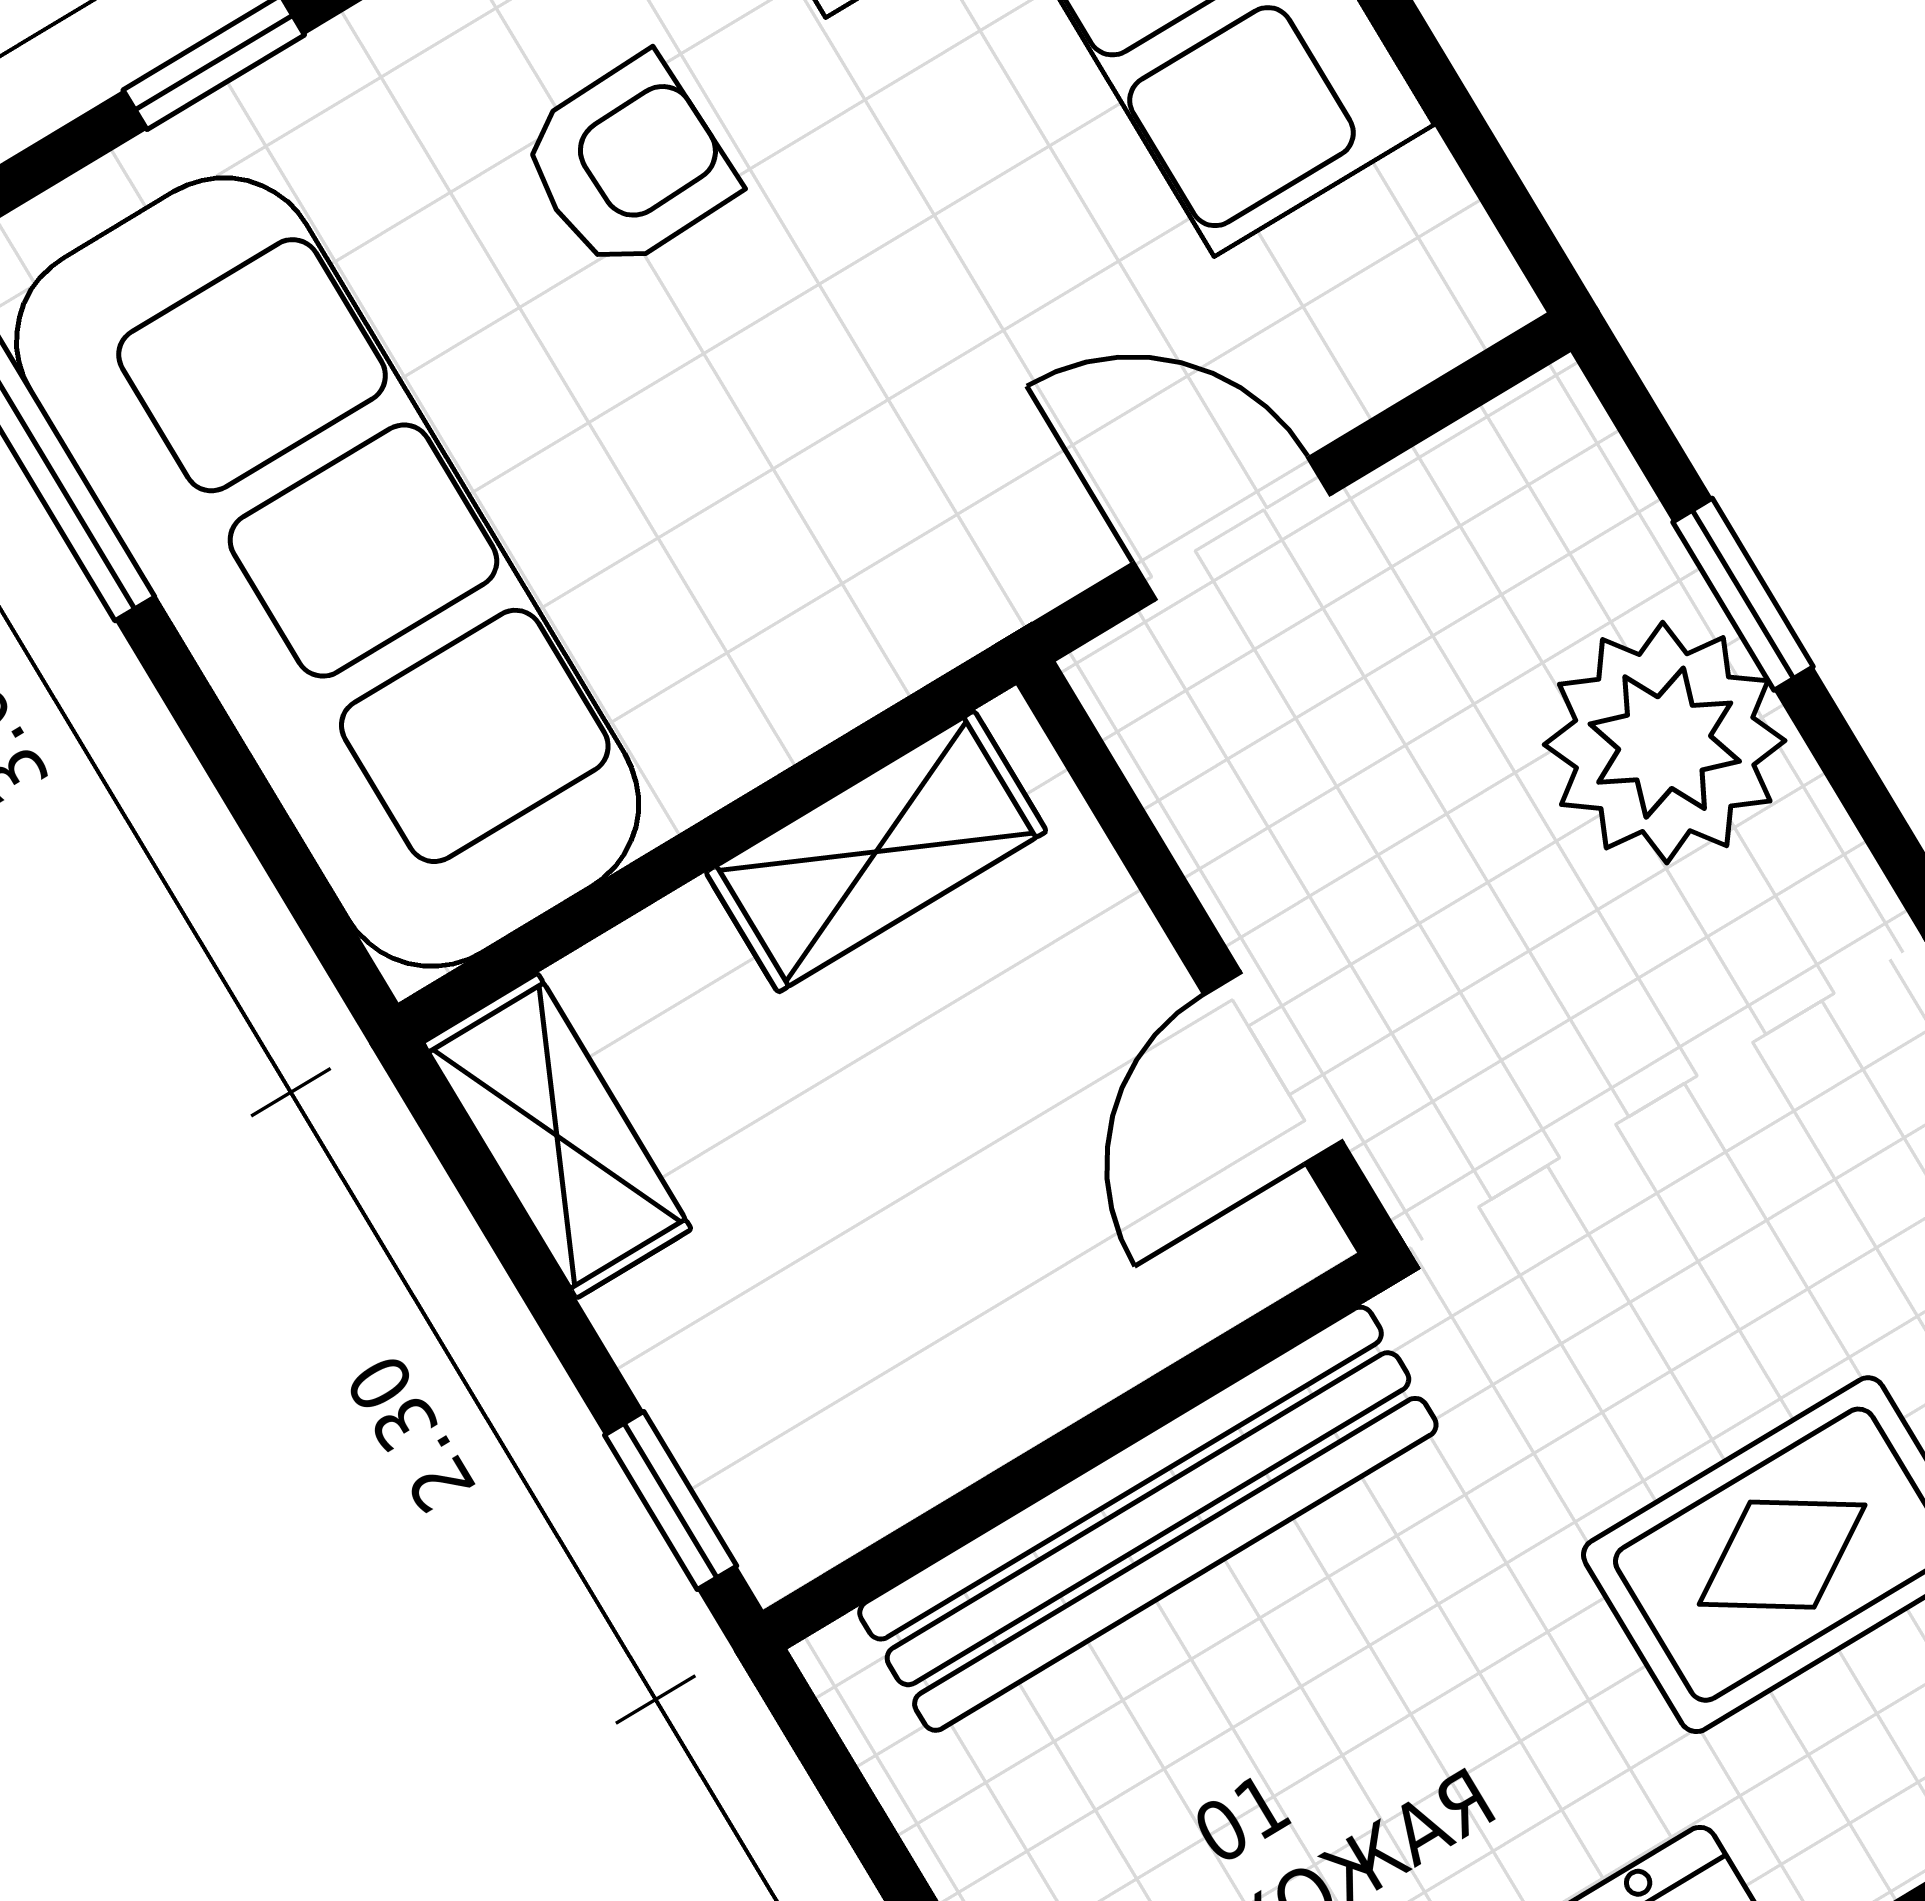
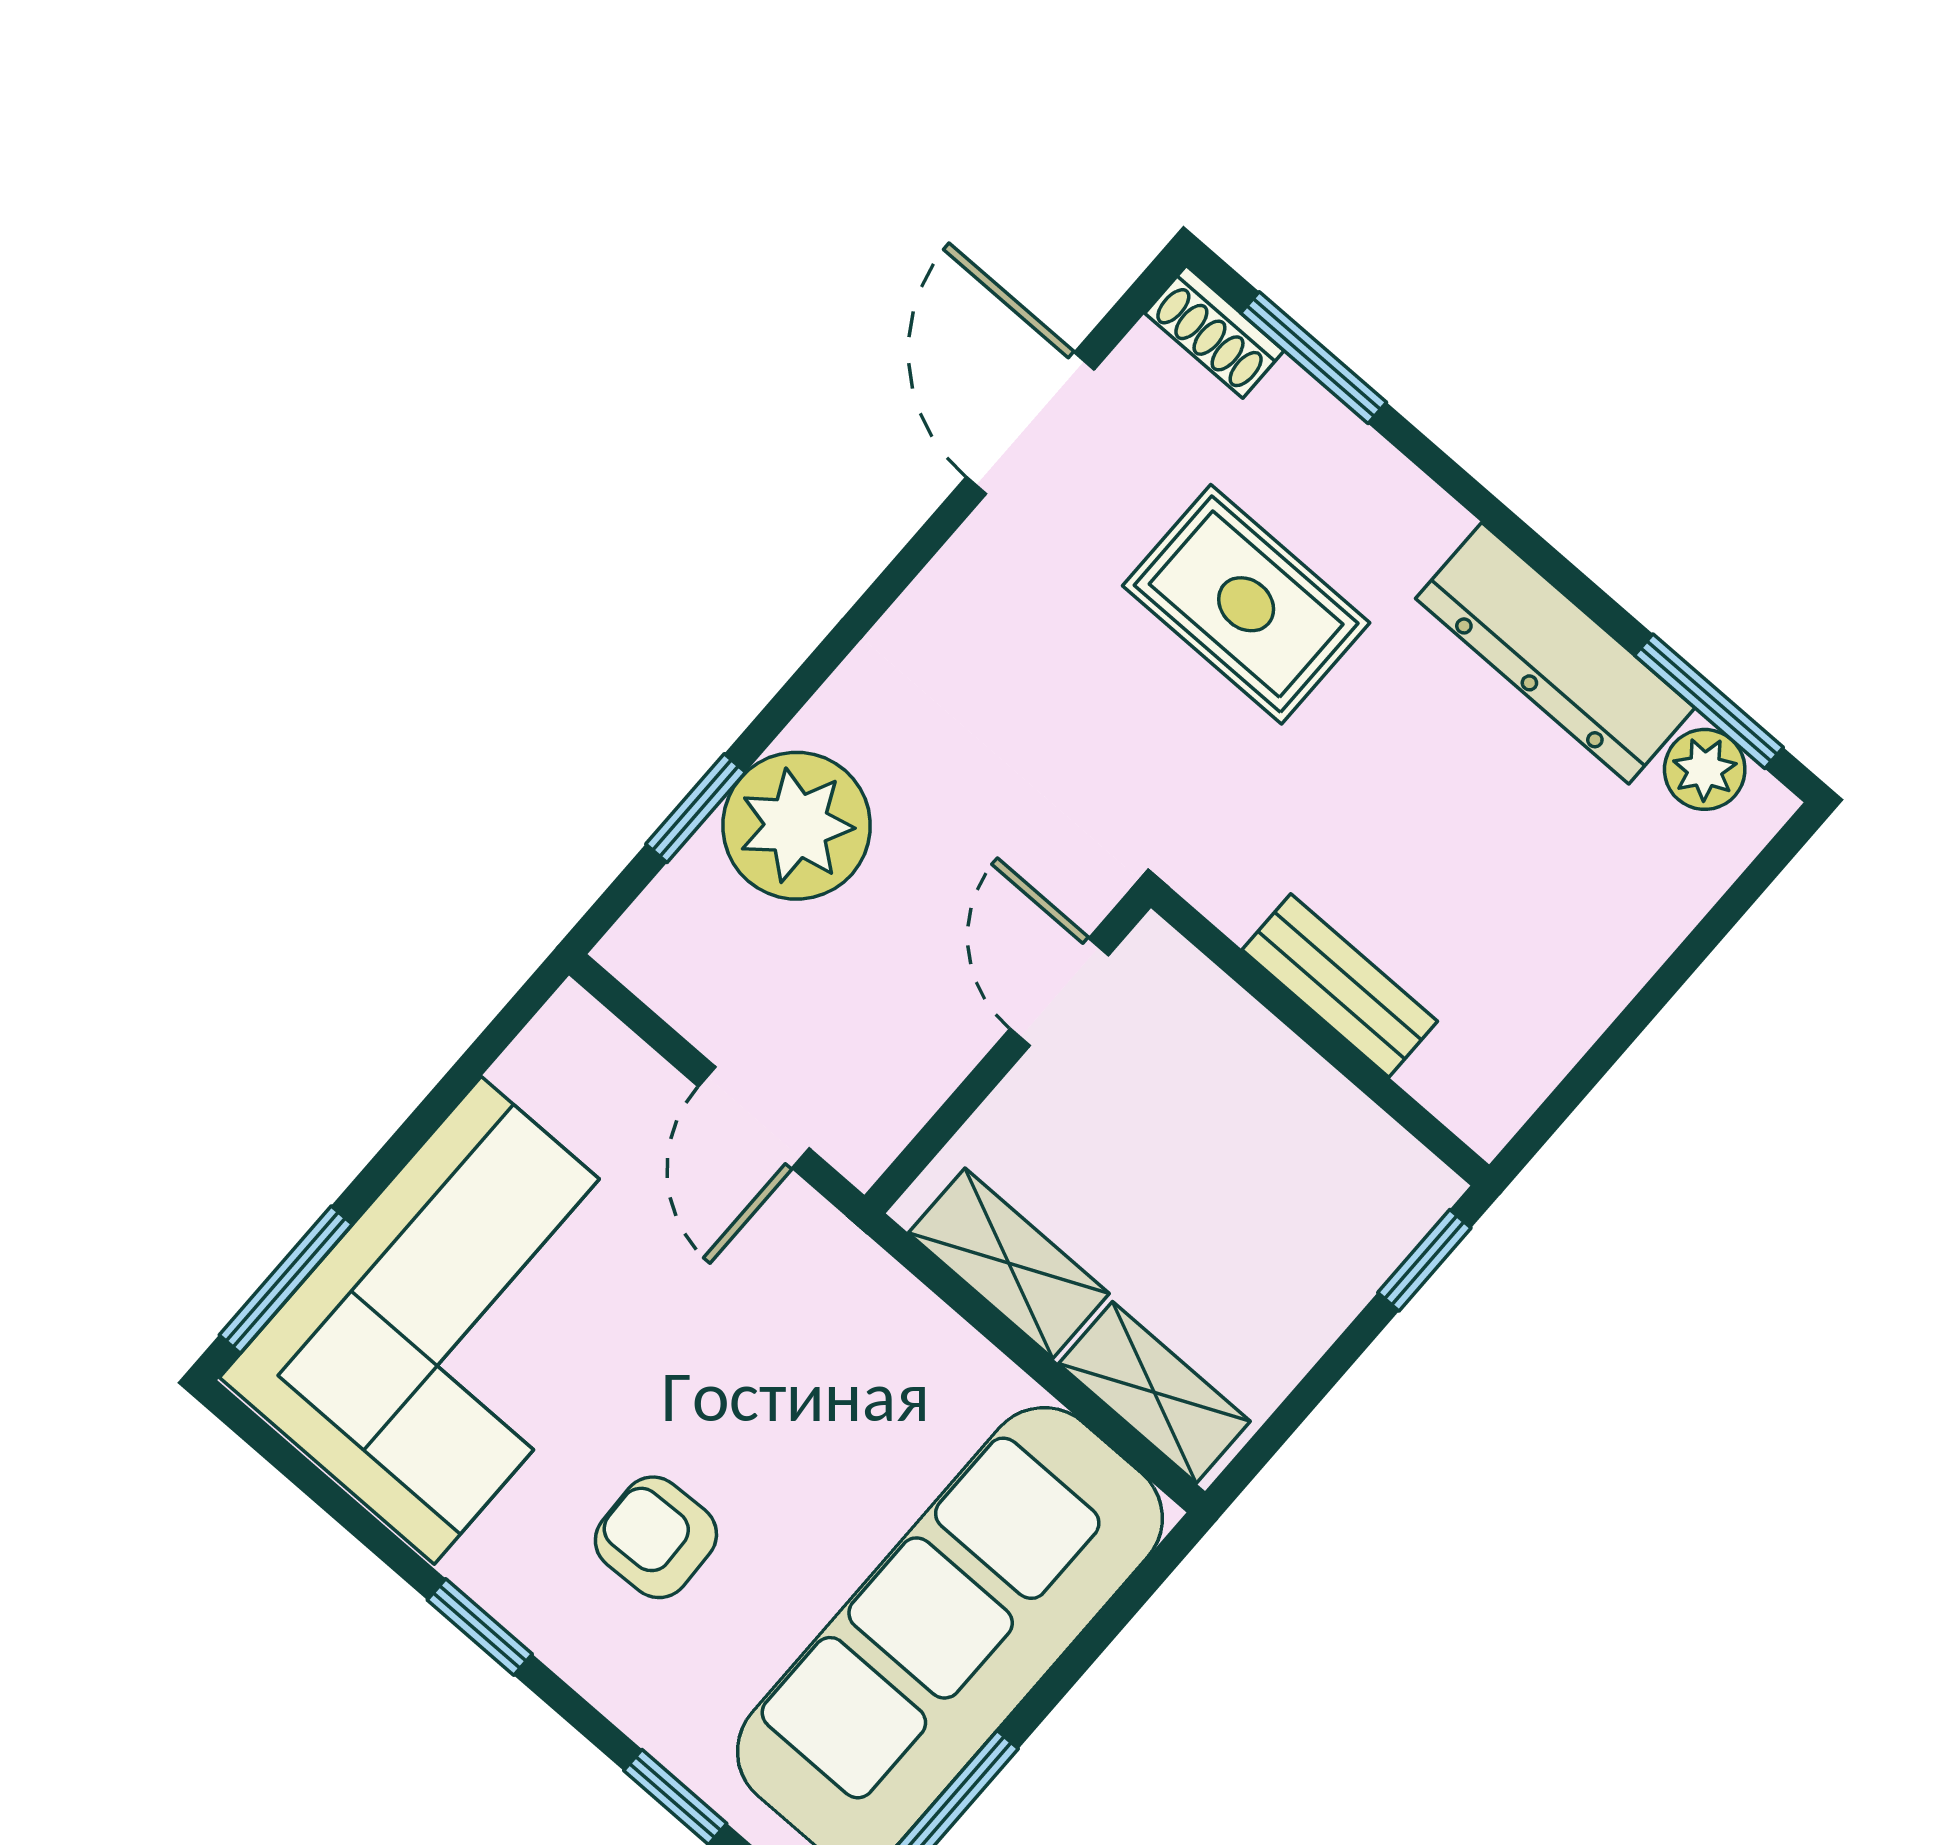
door: (1273, 1068) -> (1059, 992), swing flipped
shelving: (557, 1136) -> (1154, 1392), moved, turned 90
bench: (1148, 1519) -> (1340, 985), width x0.54, depth x0.82

